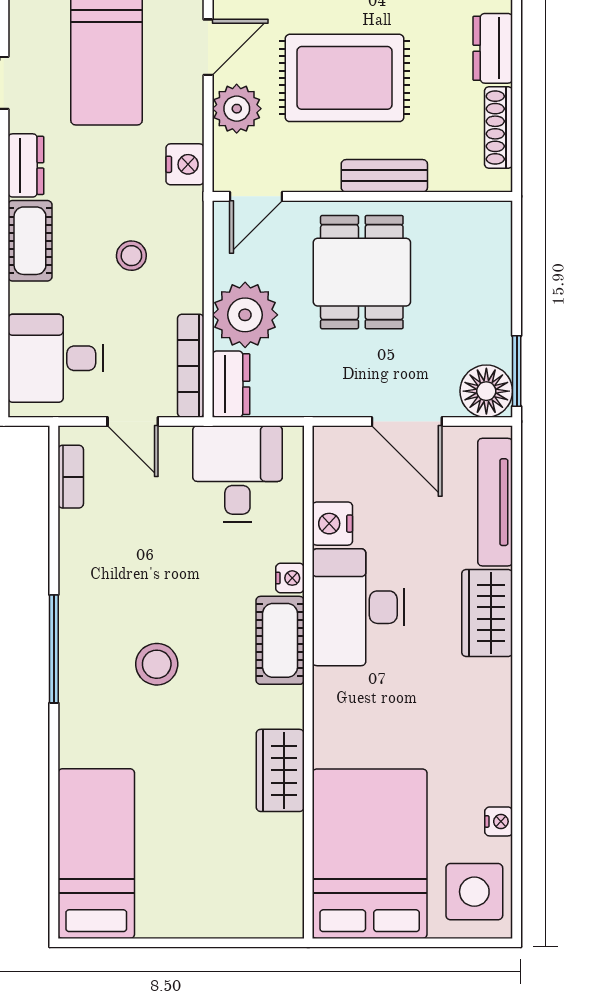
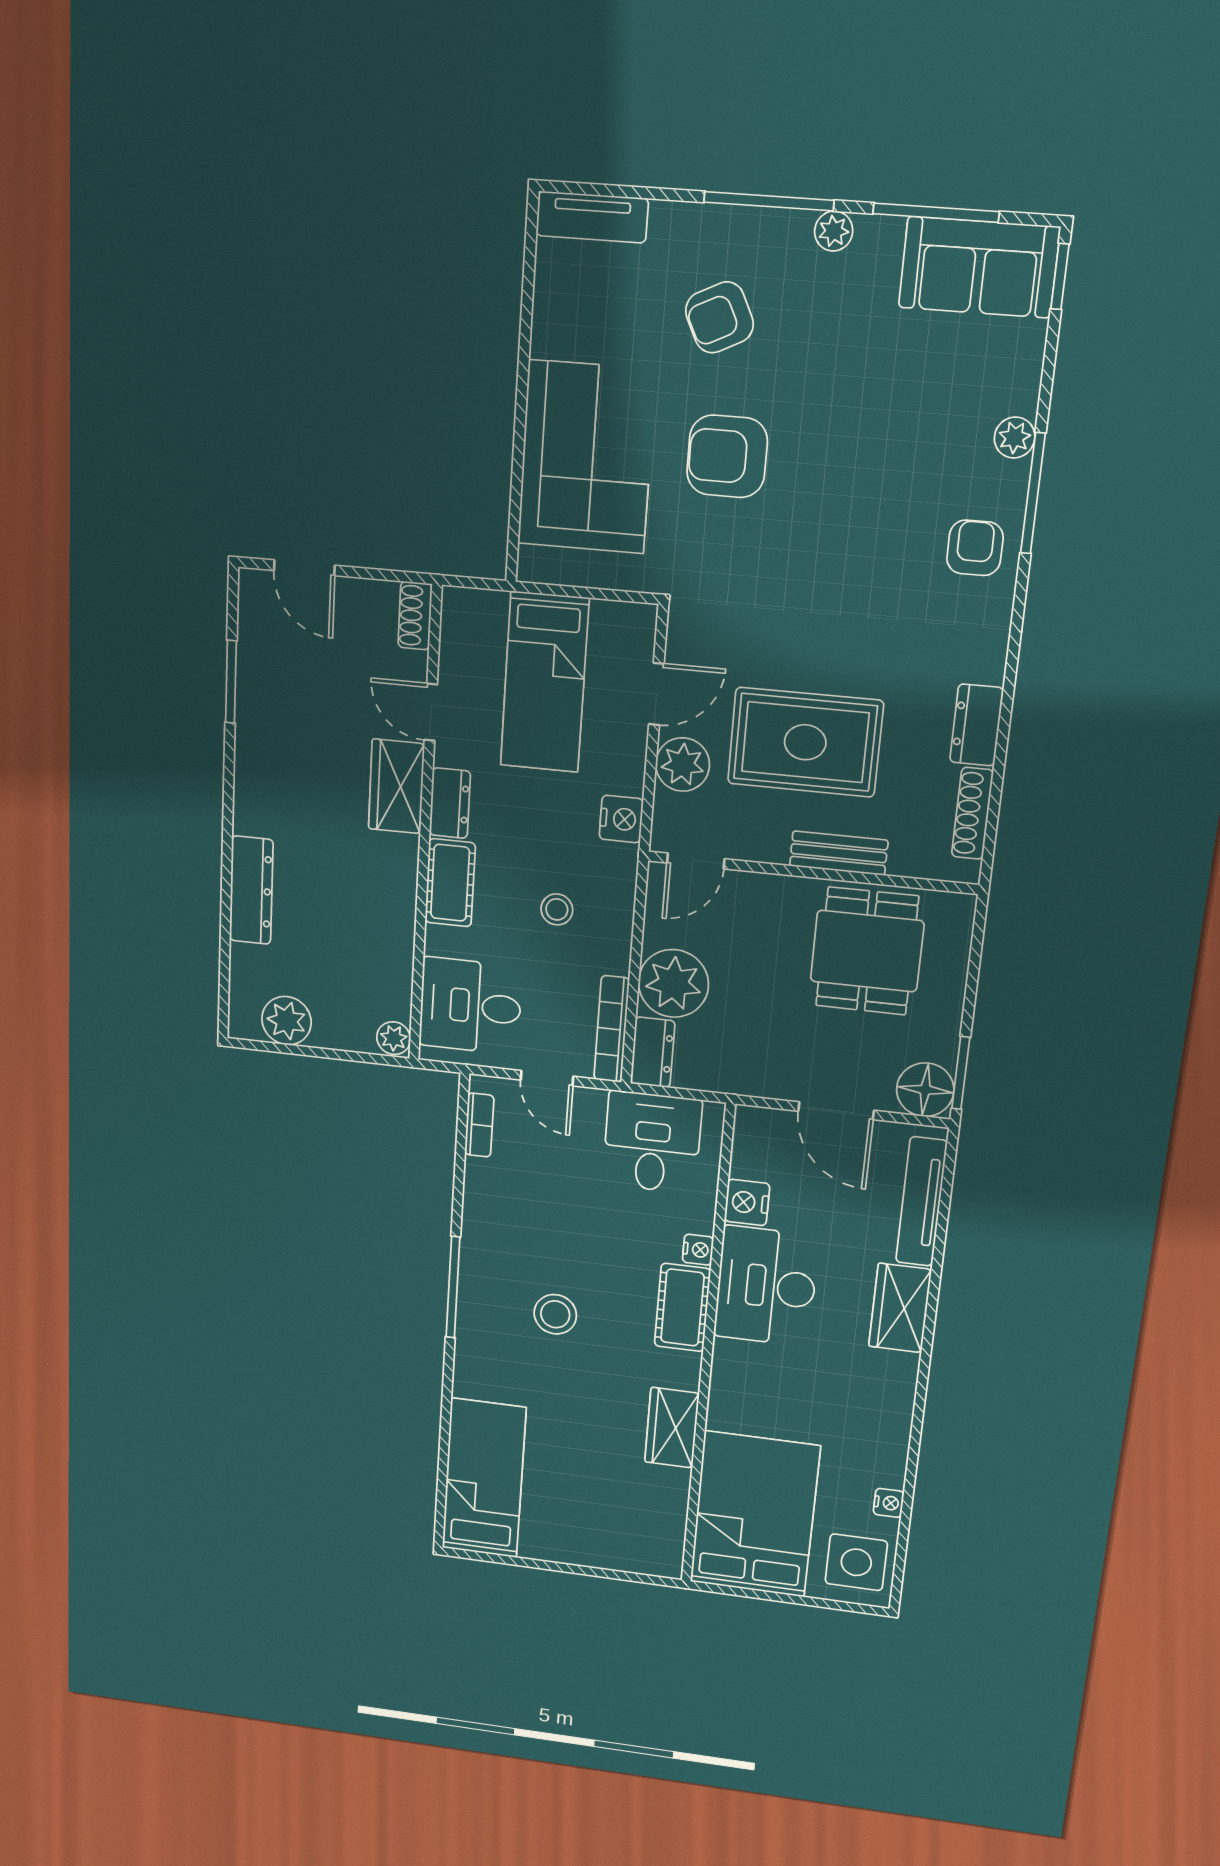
dining table: (362, 272) -> (867, 951), moved

